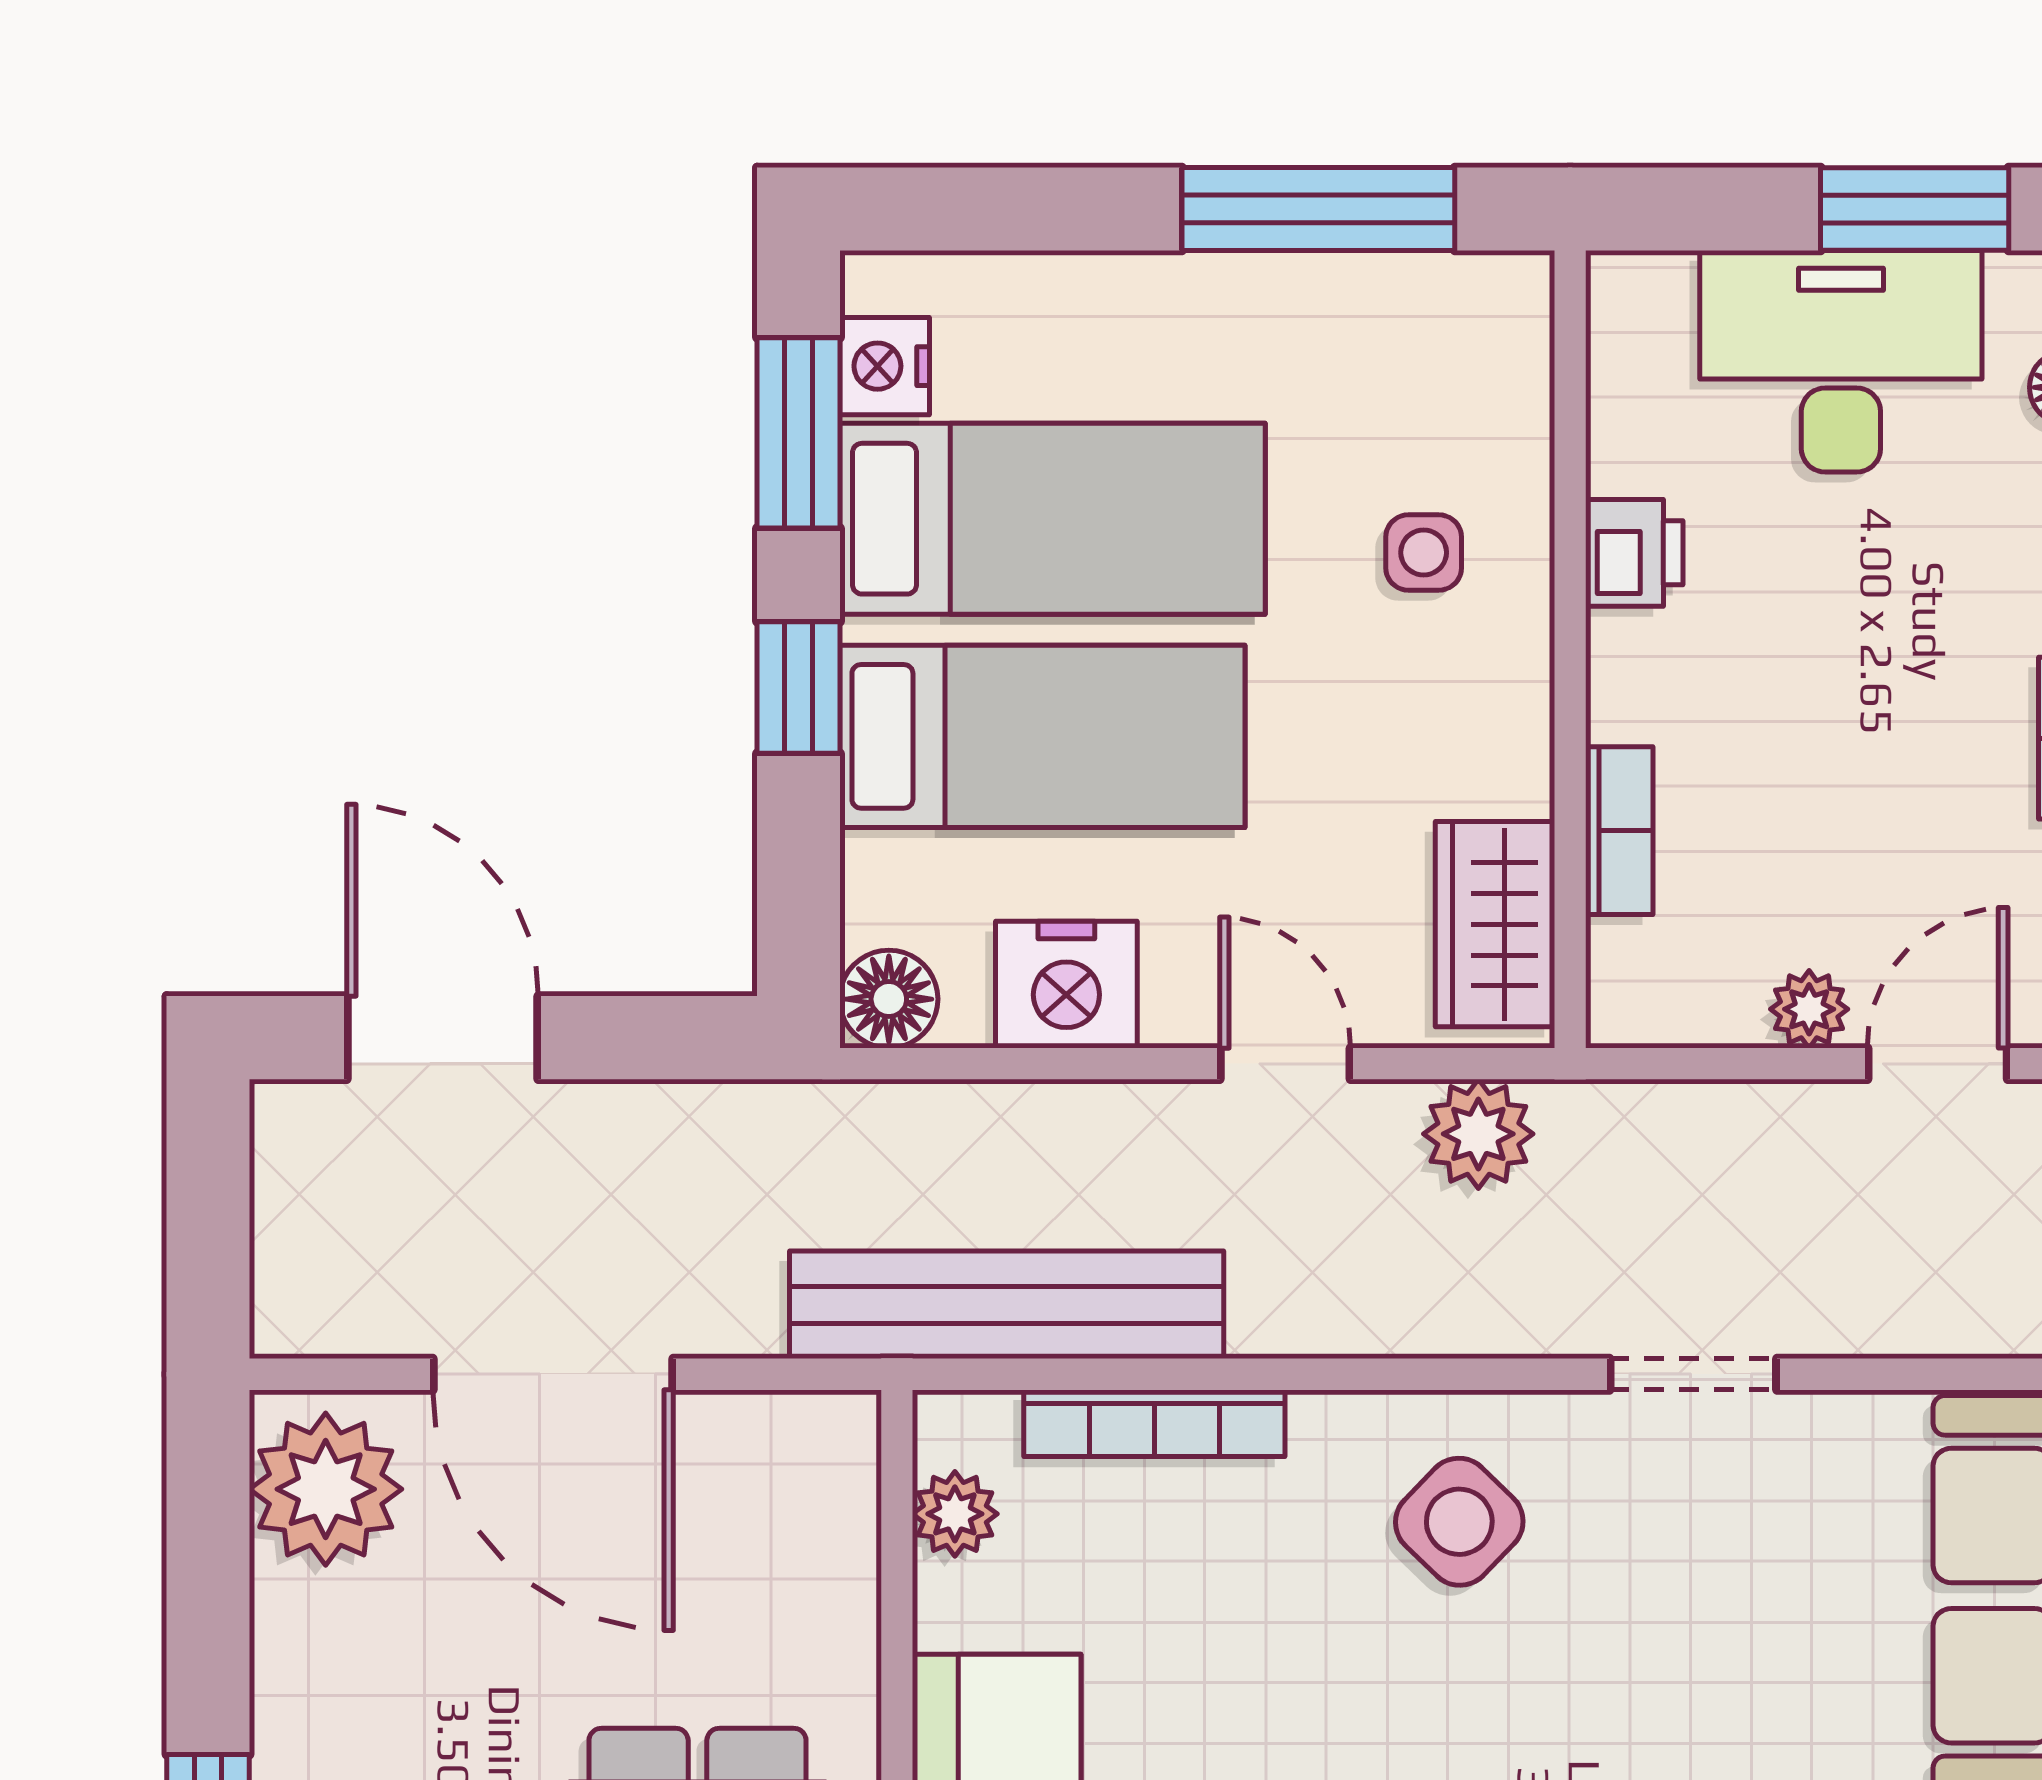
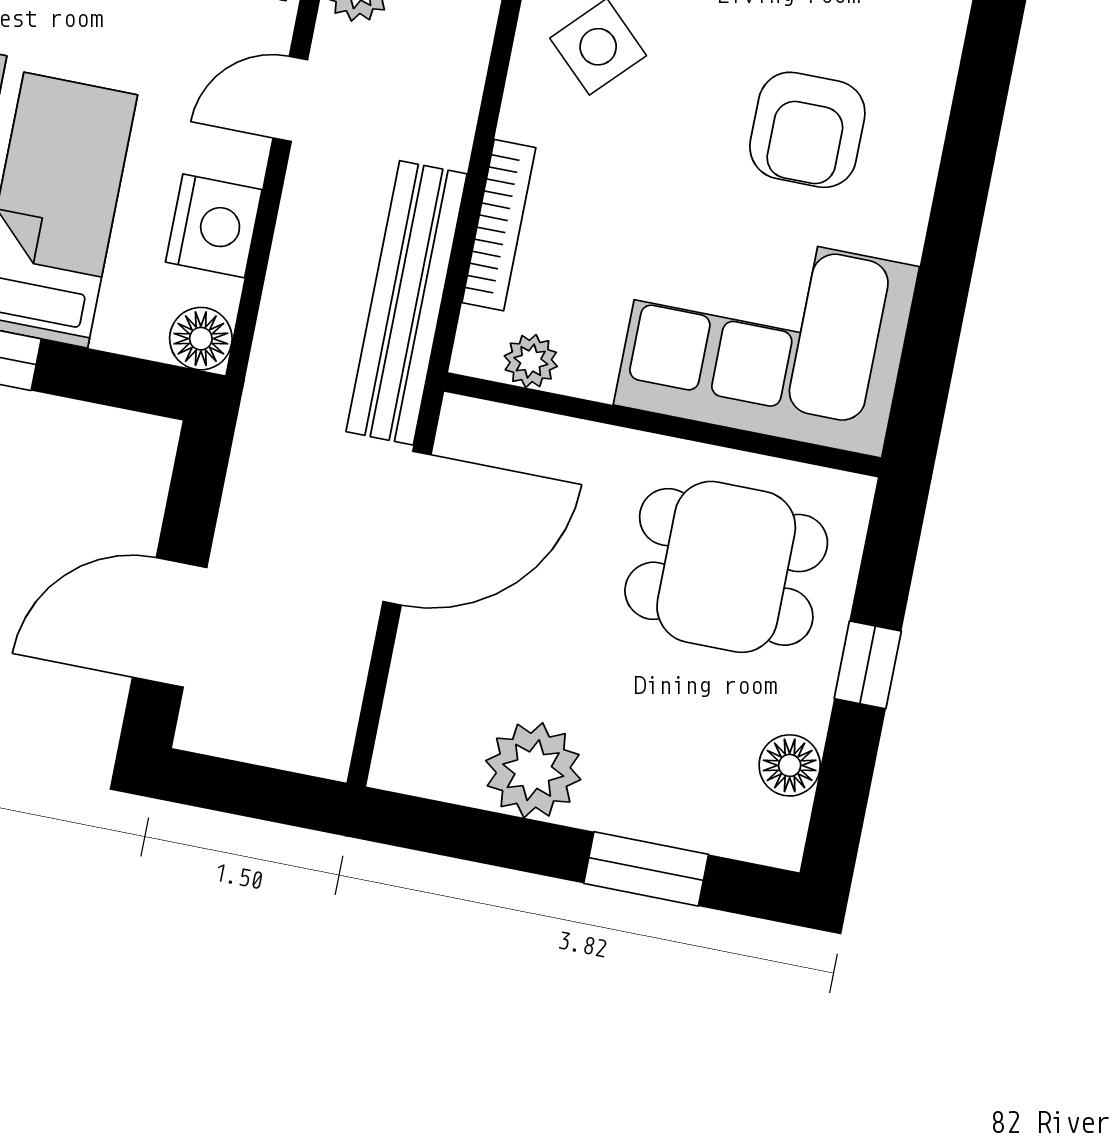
door: (553, 1374) -> (407, 528), moved
plant: (326, 1489) -> (533, 770), moved

